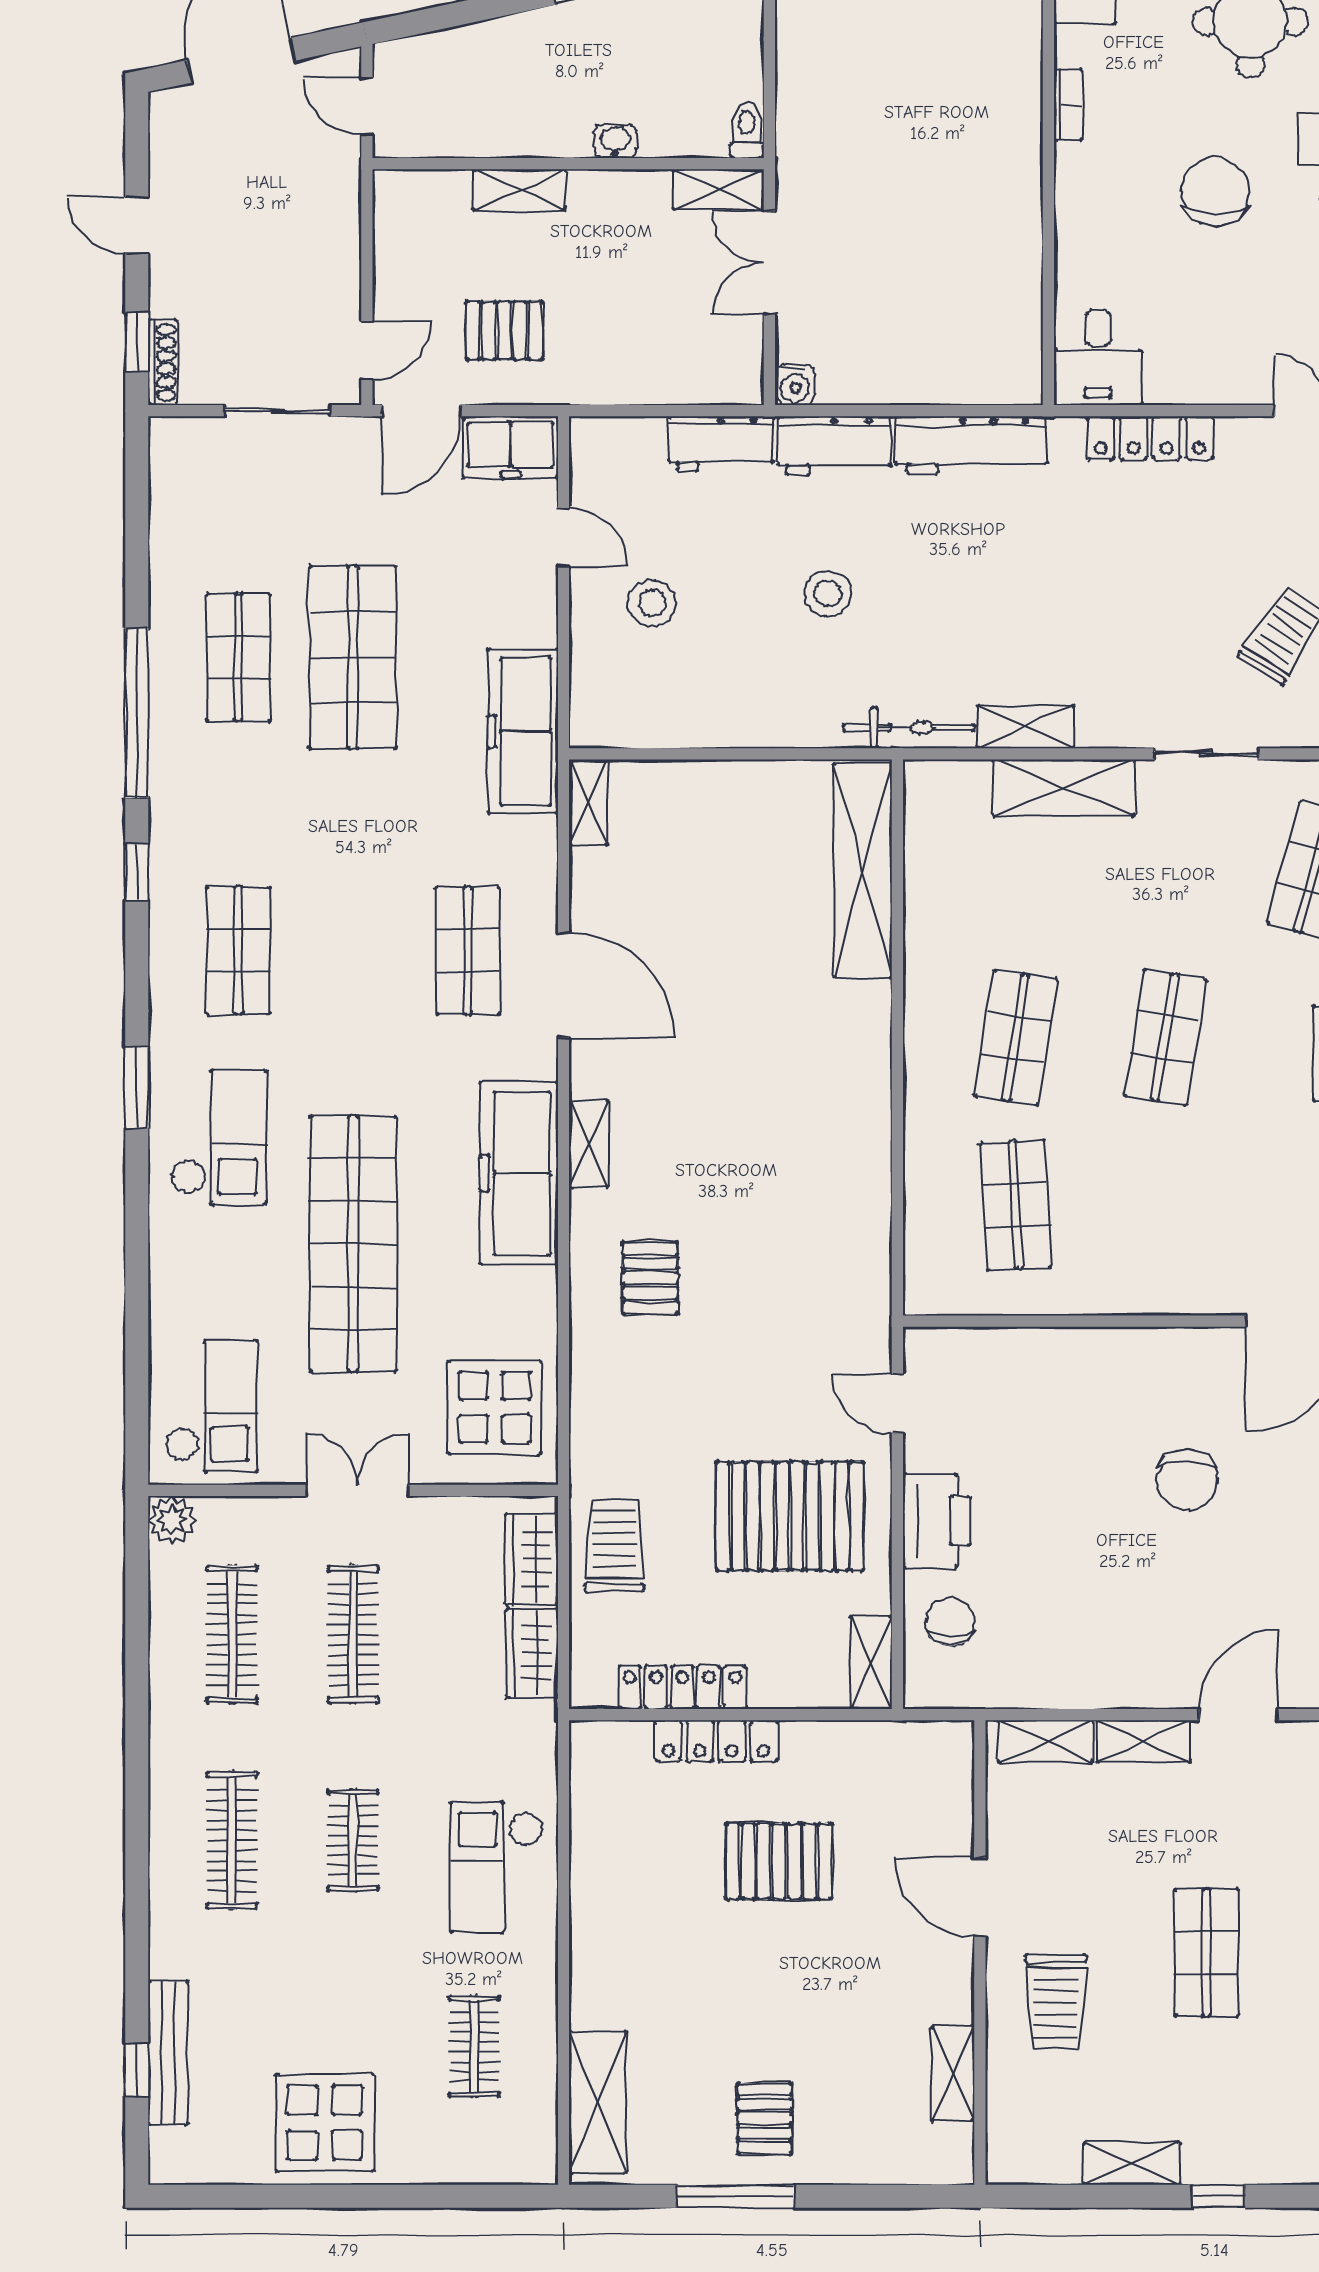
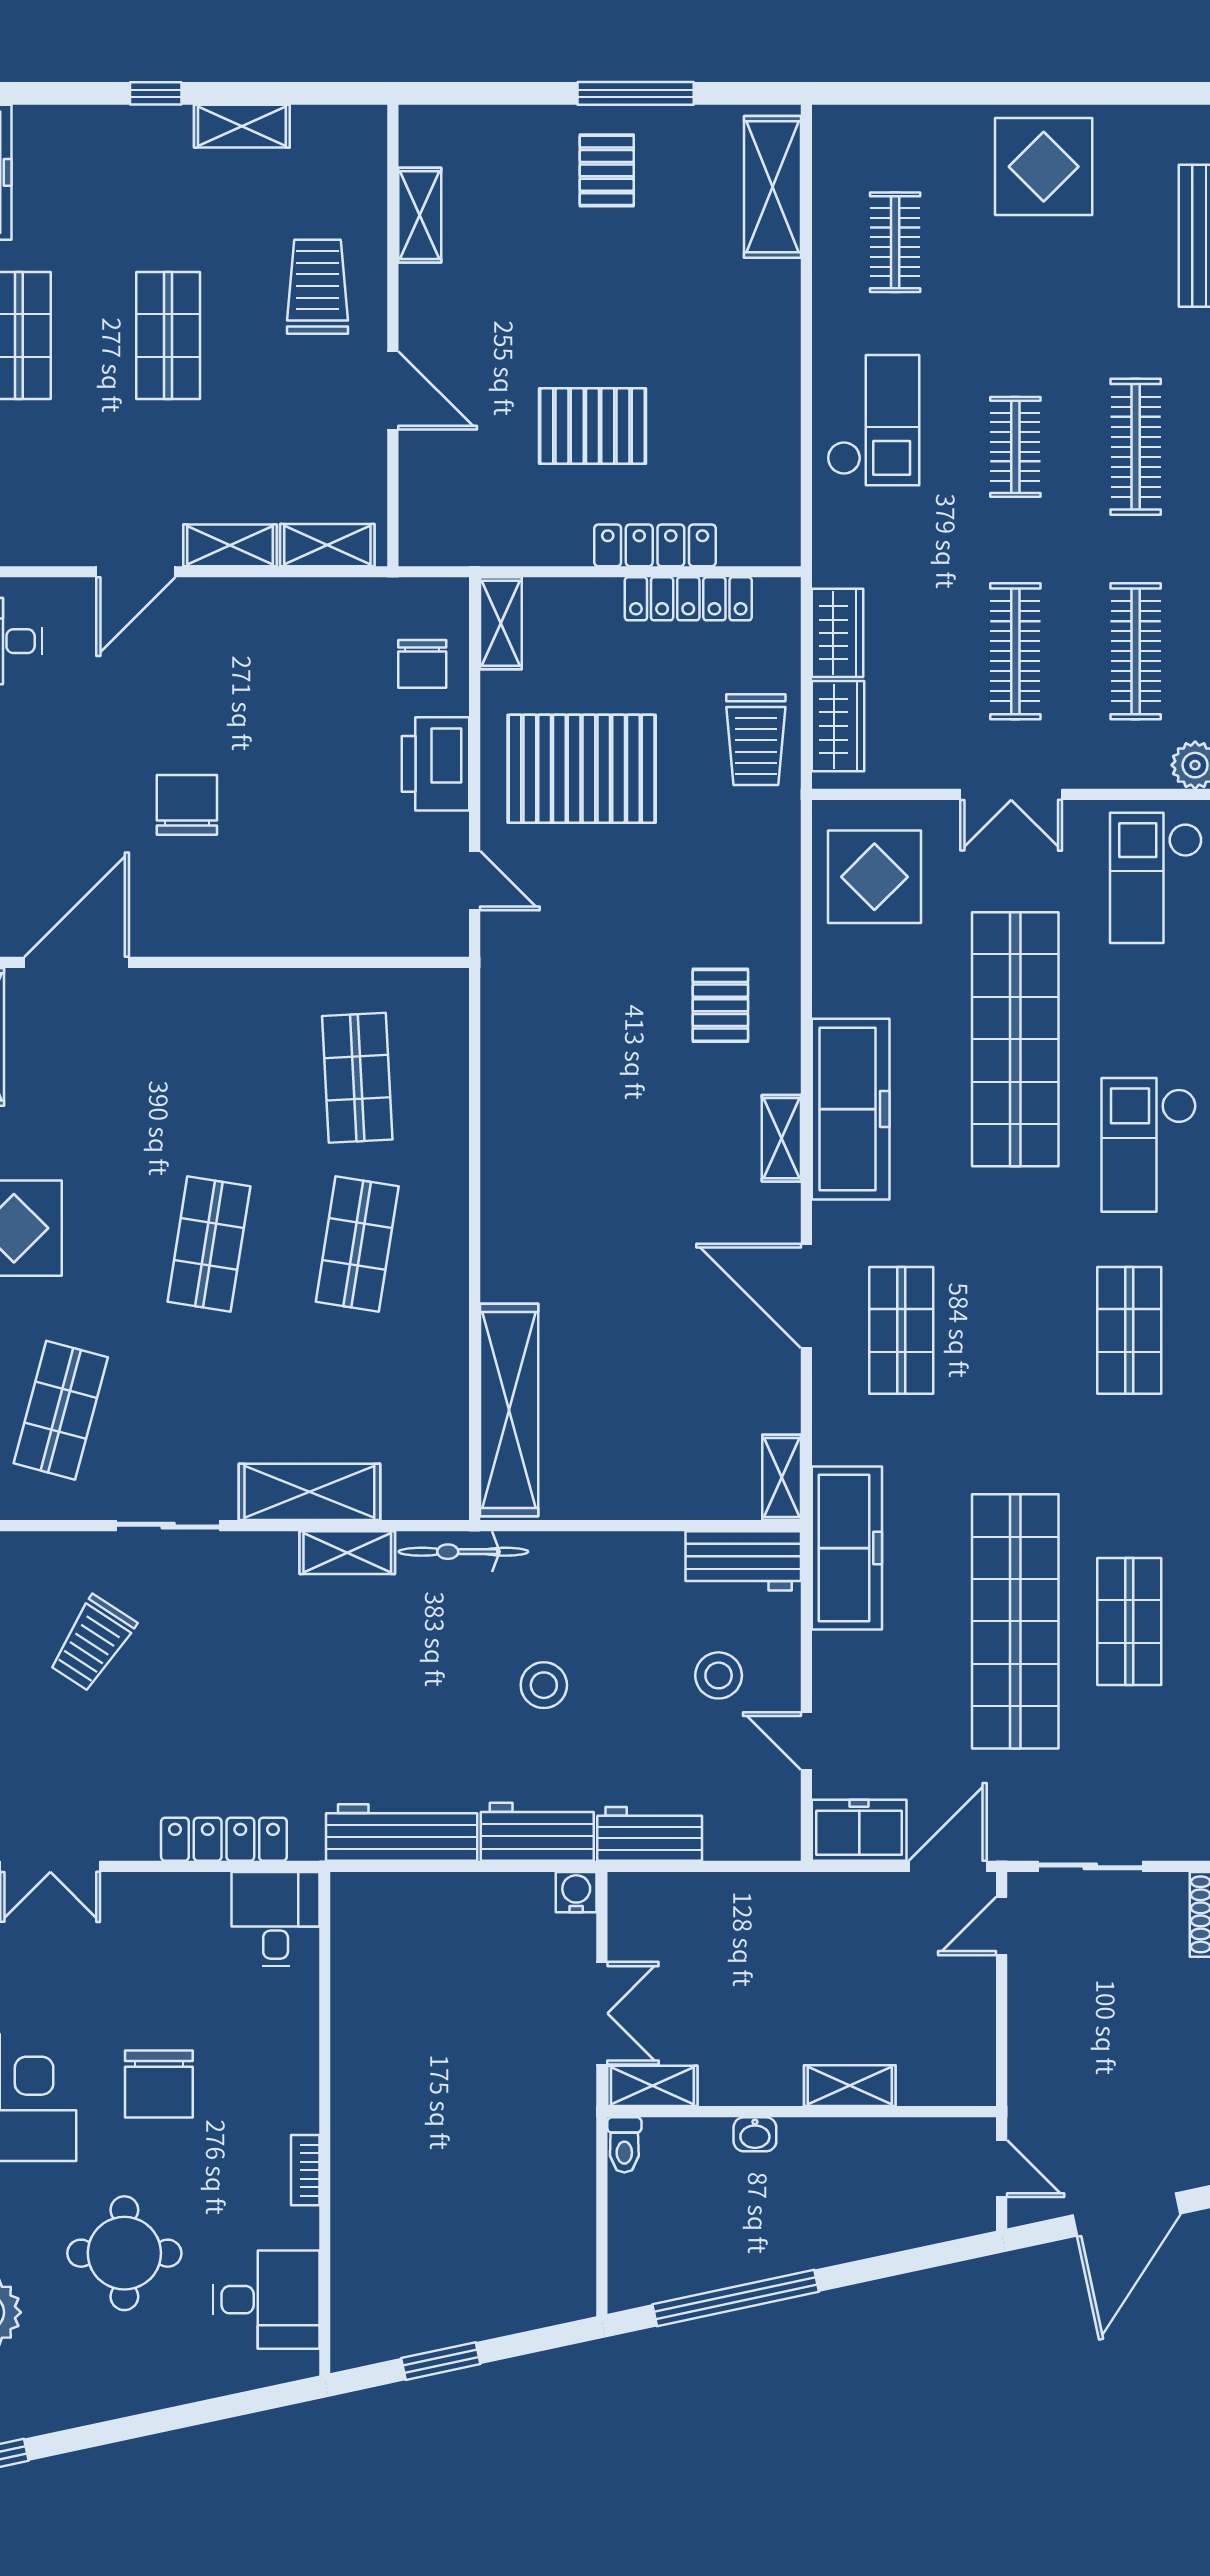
pallet: (504, 331) -> (865, 1946), removed
shop shelf: (353, 657) -> (1015, 1621), width x1.40
workbench: (627, 718) -> (743, 1561), added

